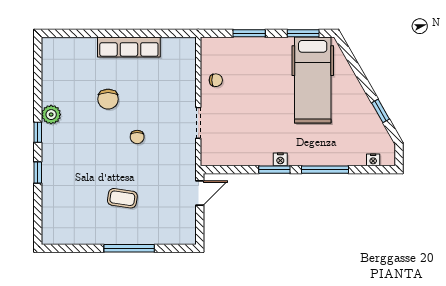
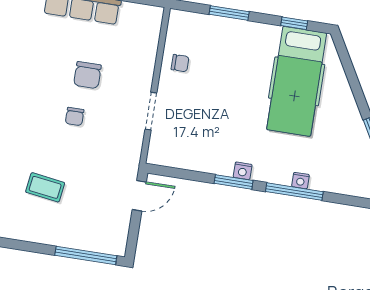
window: (303, 33) -> (294, 23), width x0.67
chair: (108, 99) -> (87, 75), moved
nightstand: (373, 160) -> (301, 181), moved
window: (129, 248) -> (86, 256), moved

